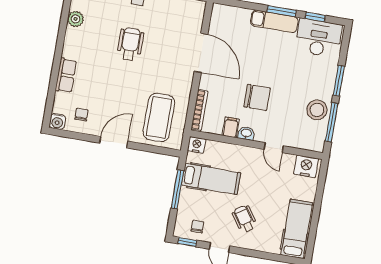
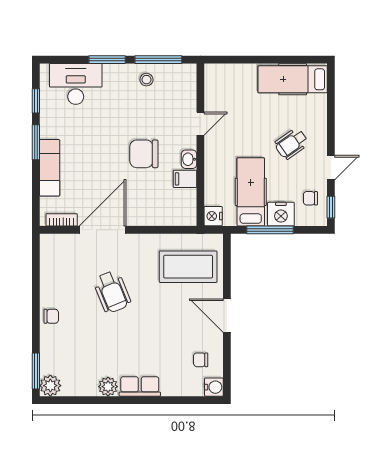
plant: (76, 19) -> (108, 387), moved
exam couch: (274, 21) -> (50, 168), moved
desk: (318, 38) -> (76, 84), moved, turned 90
wheelchair: (130, 44) -> (112, 292), moved, turned -112
row of seats: (66, 75) -> (140, 386), moved
chair: (257, 97) -> (144, 154), turned -90
bookcase: (199, 110) -> (62, 220), moved, width x0.64
stool: (317, 110) -> (146, 80), width x0.53, depth x0.53
nightstand: (306, 166) -> (281, 214), moved, turned -90

